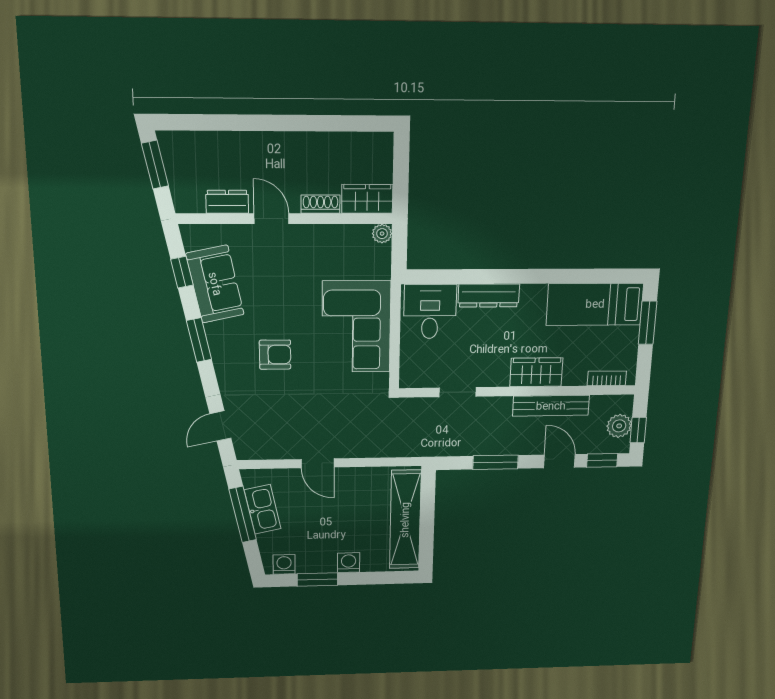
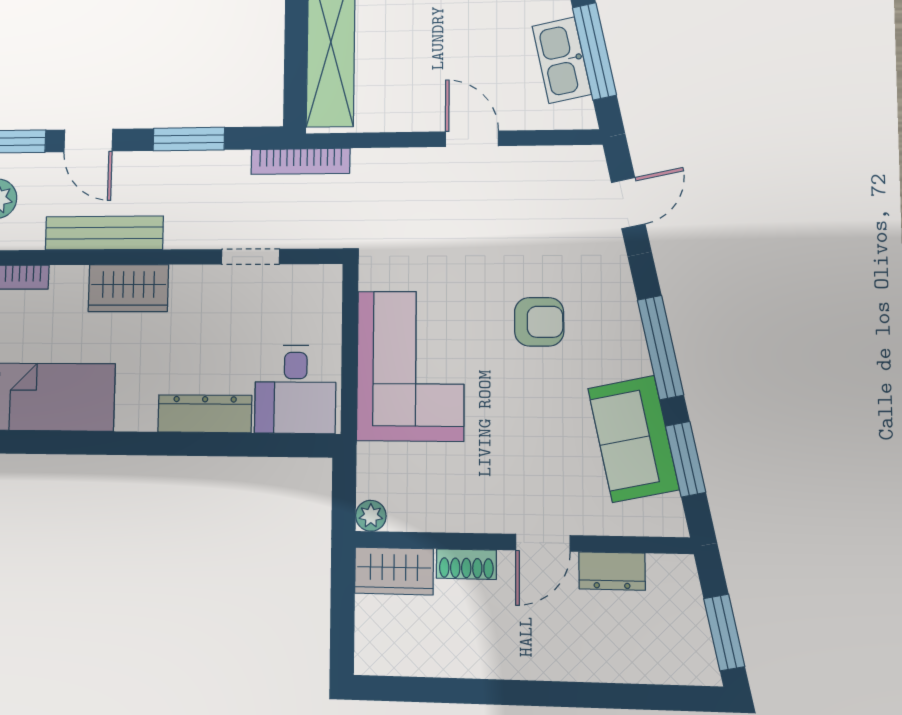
door: (271, 219) -> (543, 543), hinge flipped
window: (182, 272) -> (686, 459), width x1.50
window: (199, 340) -> (661, 347), width x1.44
armchair: (275, 355) -> (539, 322), turned 180
bookcase: (425, 449) -> (300, 161), added

